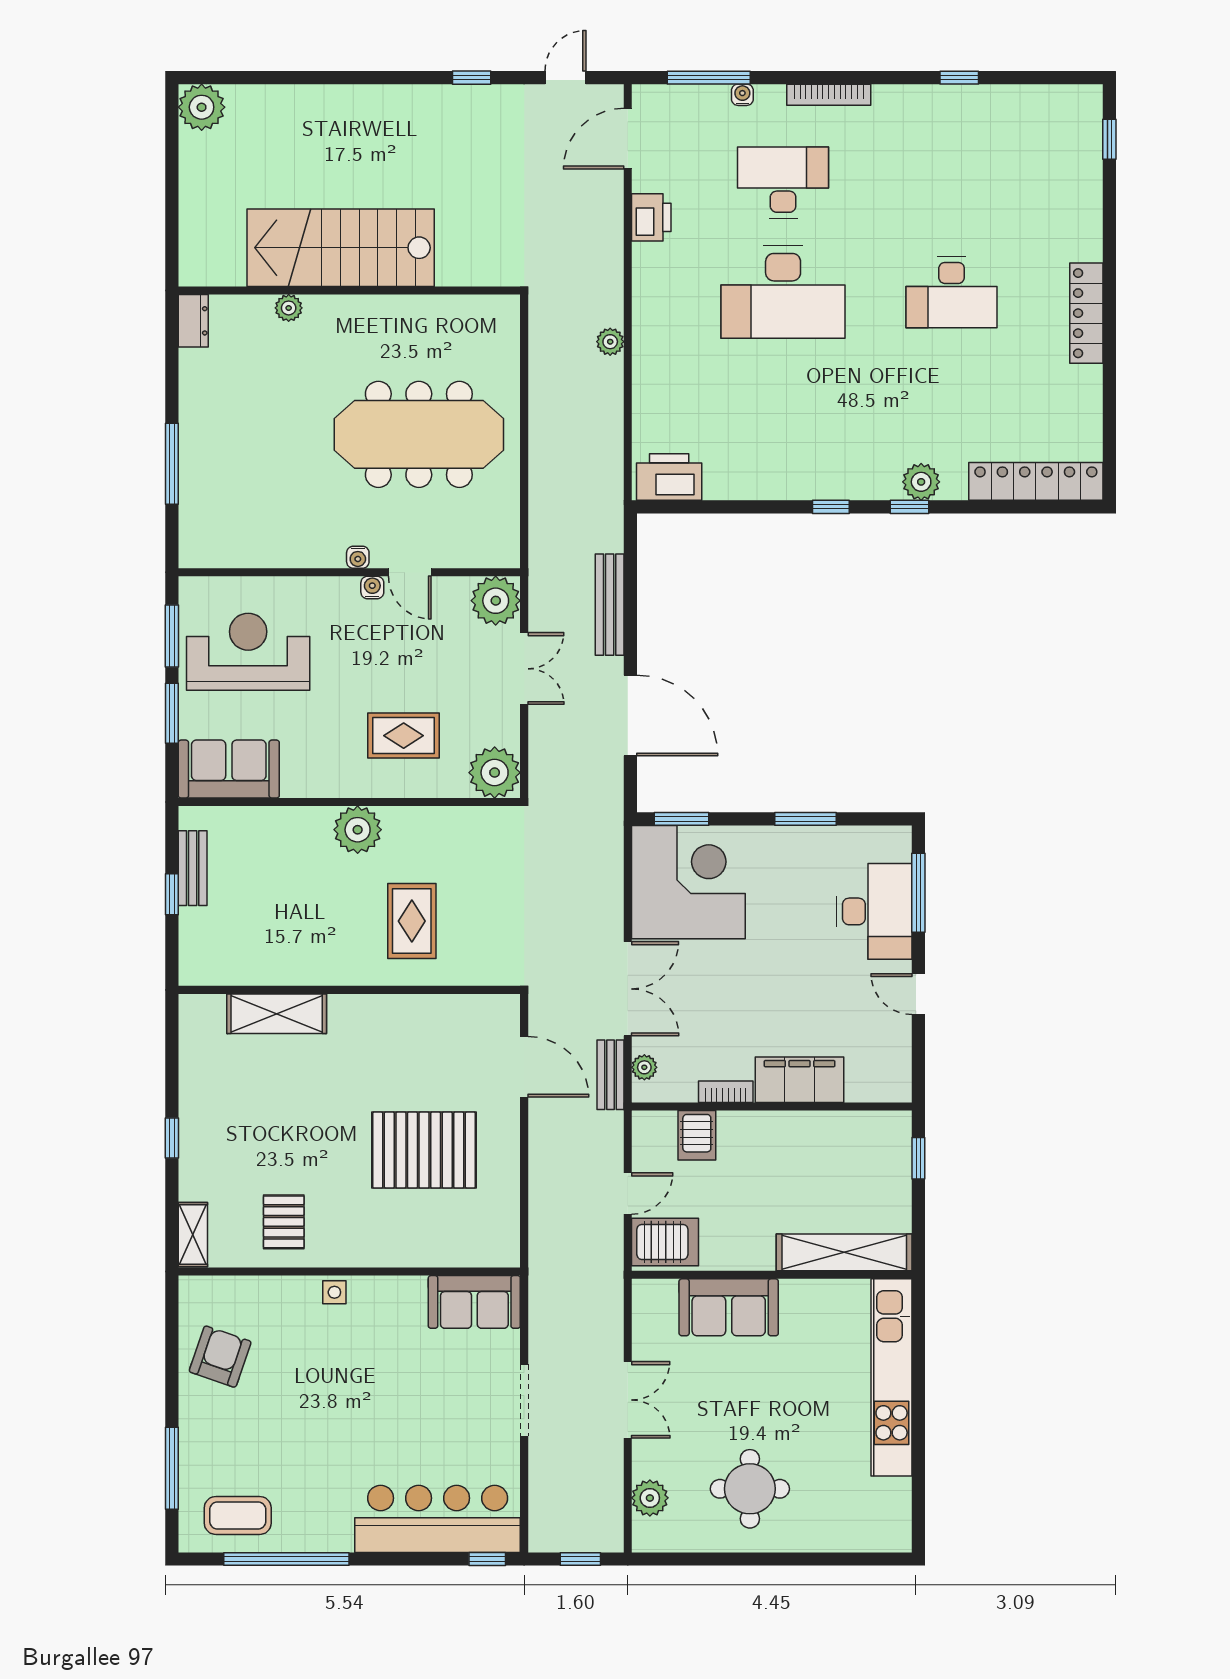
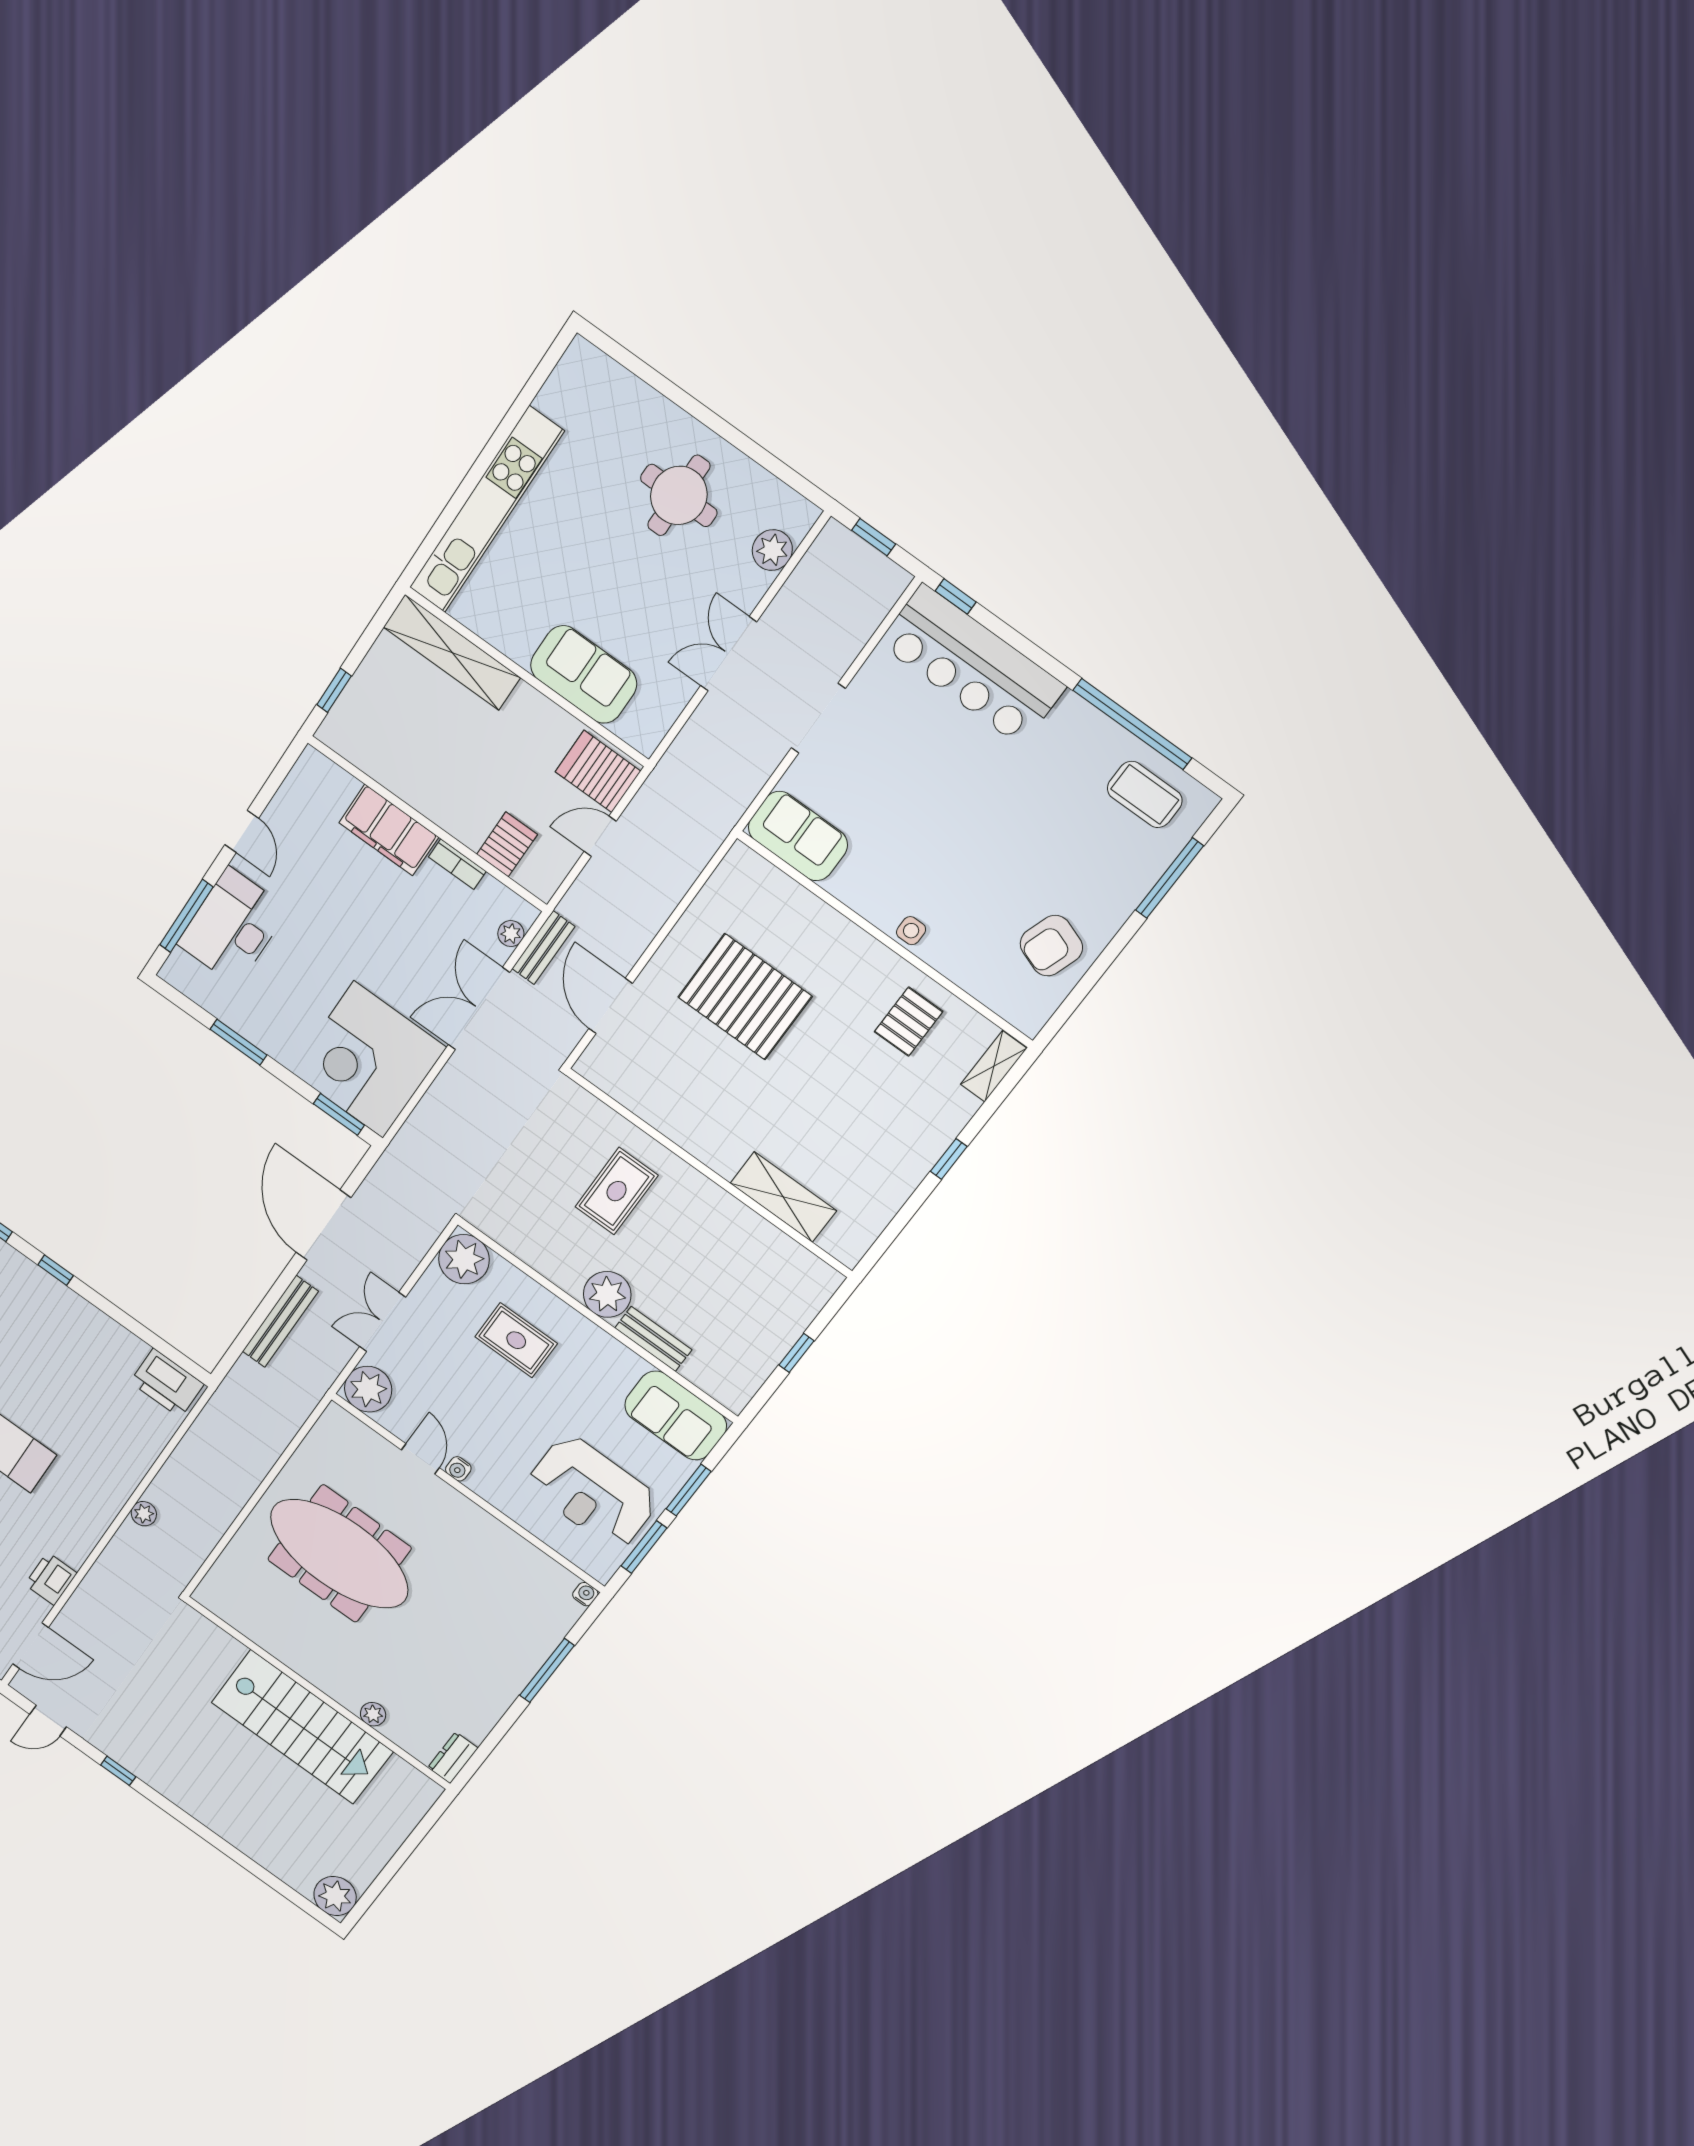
water cooler: (358, 557) -> (585, 1594), moved
bench: (193, 868) -> (653, 1339), moved, turned 90

